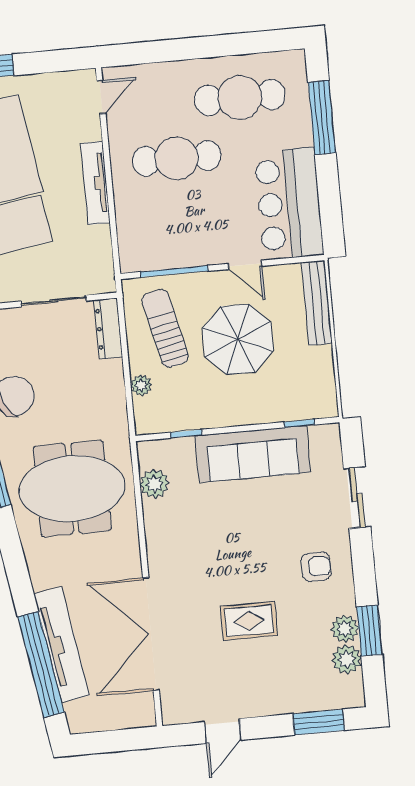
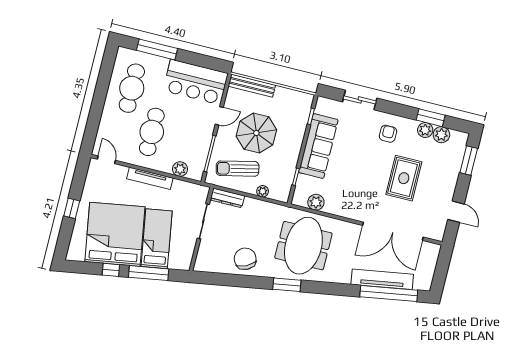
plant: (130, 229) -> (180, 169), added
rug: (249, 621) -> (404, 178), width x1.36, depth x1.43

